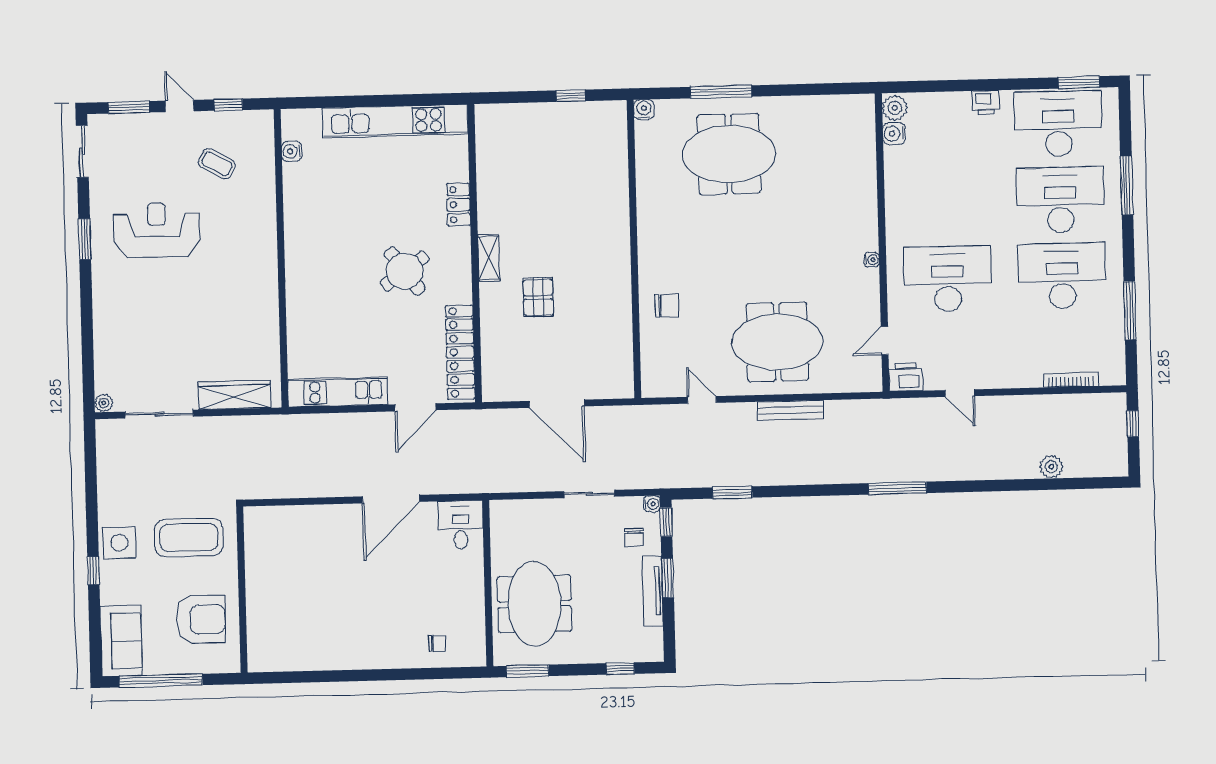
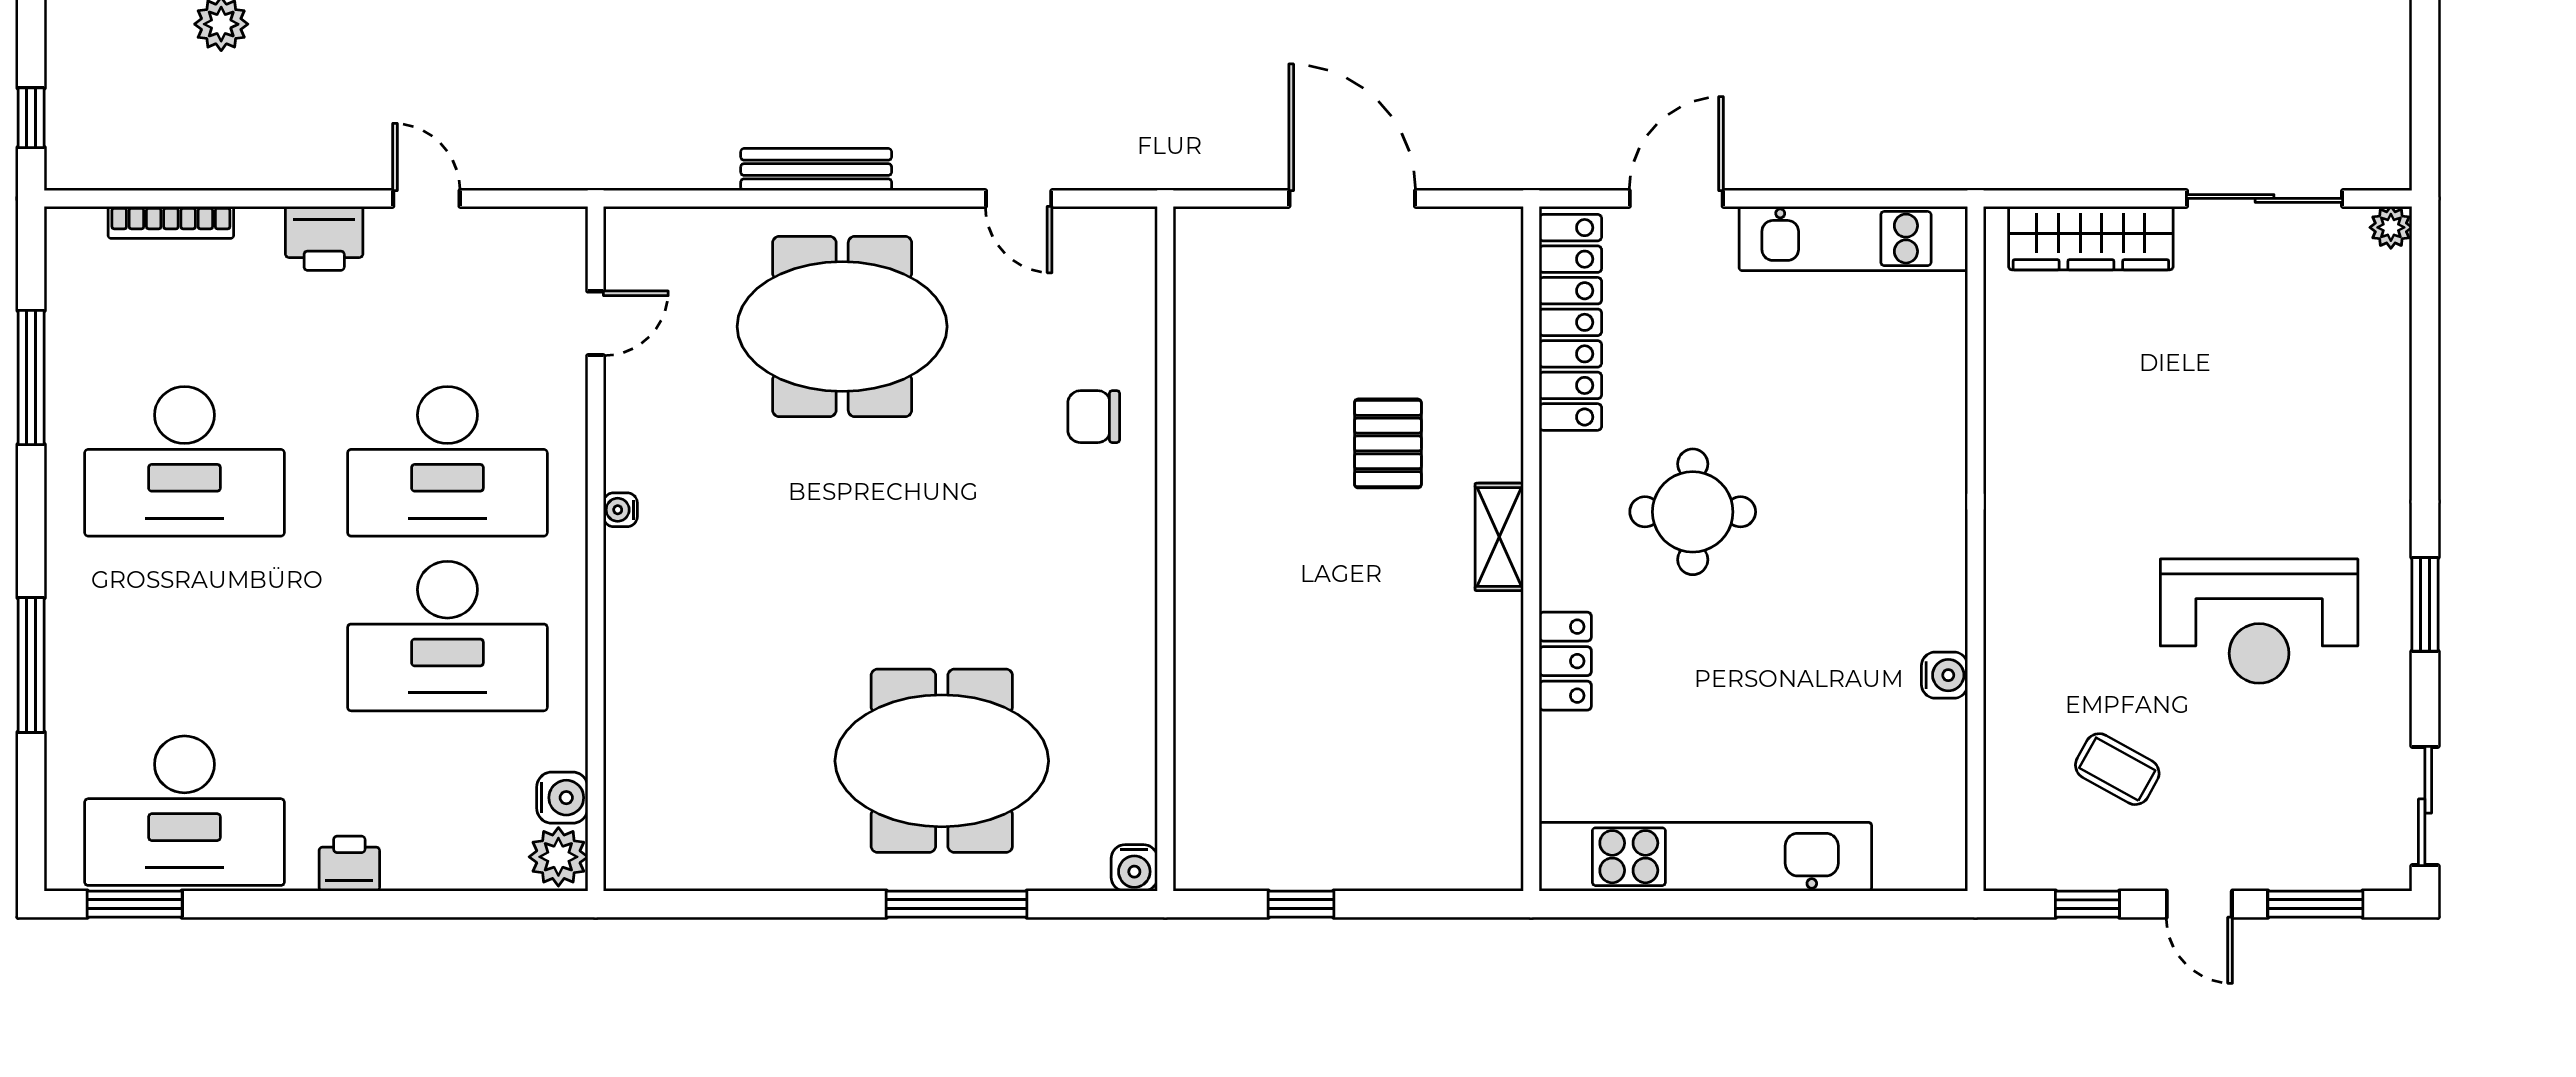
water cooler: (292, 151) -> (1945, 675), moved
desk: (1060, 200) -> (447, 636), moved
round table: (405, 271) -> (1693, 512), turned 36
printer: (906, 377) -> (324, 238), moved

